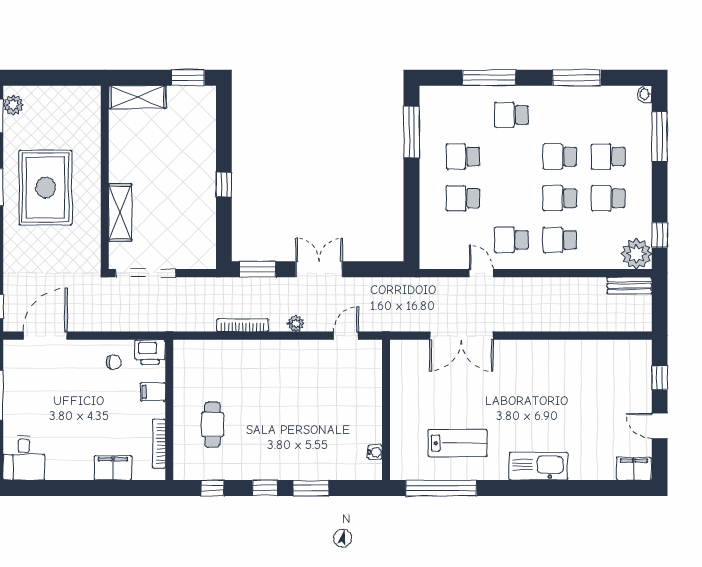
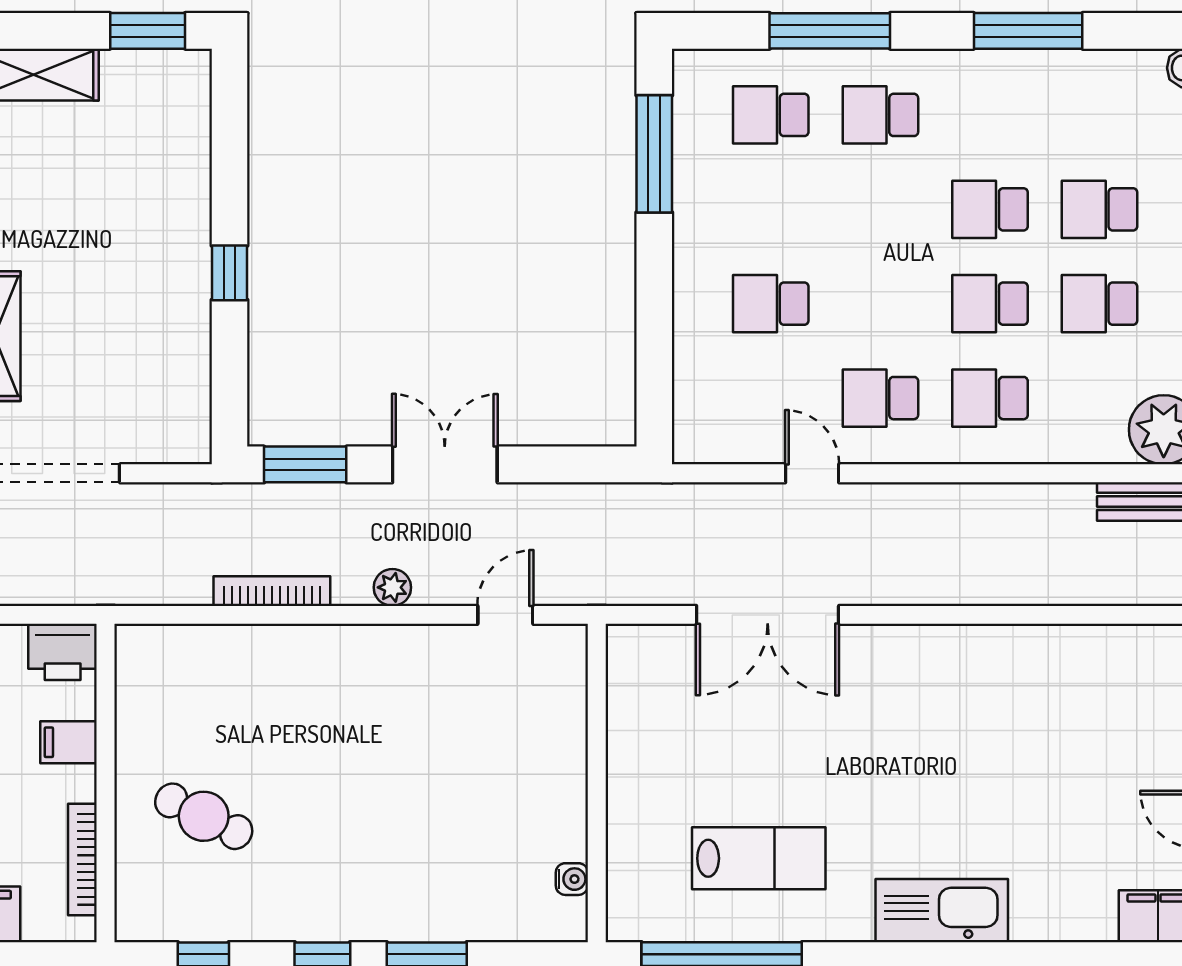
school desk: (463, 157) -> (771, 115), moved
cafe table: (213, 425) -> (204, 816), turned -64

